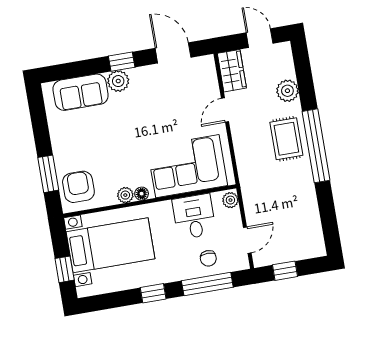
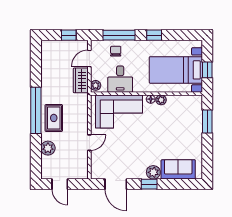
wardrobe: (232, 71) -> (81, 80), moved
armchair: (78, 187) -> (190, 110), removed
window: (65, 269) -> (207, 70), moved

